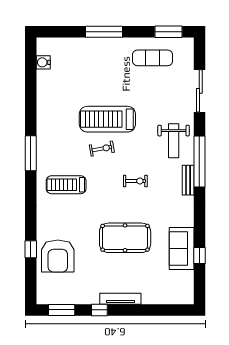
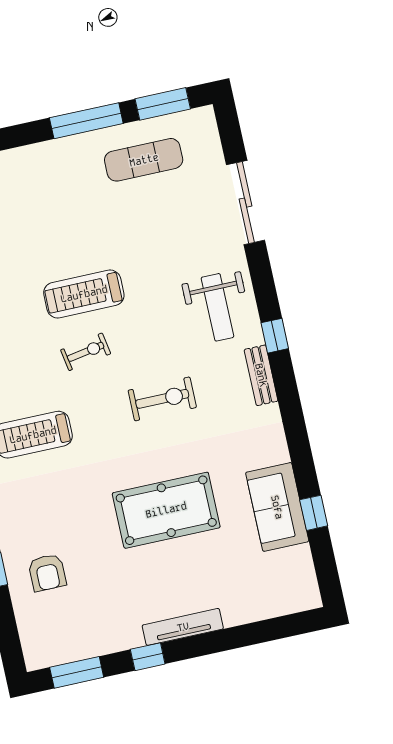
window: (104, 32) -> (86, 121), moved
treadmill: (107, 119) -> (84, 294), width x0.73, depth x0.73
window: (199, 162) -> (275, 336), width x0.32
exercise bike: (135, 181) -> (162, 399), width x1.38, depth x1.39
armchair: (58, 256) -> (47, 573), width x0.53, depth x0.53

